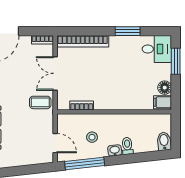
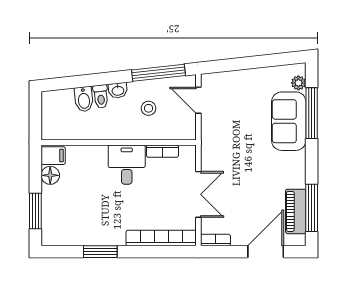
desk: (157, 49) -> (127, 165), moved, turned 90
coffee table: (40, 102) -> (219, 155), removed
bidet: (164, 141) -> (84, 99), moved

